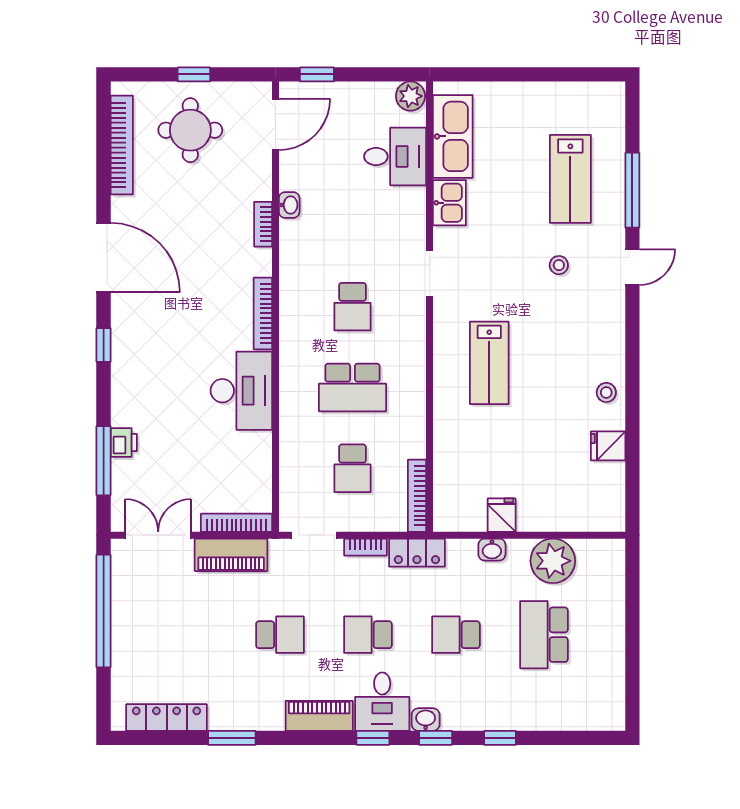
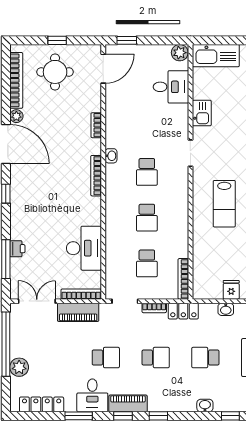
kitchen sink: (453, 136) -> (216, 56), moved, turned 90
washbasin: (289, 205) -> (111, 156), moved
plant: (122, 208) -> (16, 116), added
school desk: (352, 387) -> (147, 218), width x0.54
desk: (241, 391) -> (84, 248), moved
school desk: (368, 635) -> (156, 358), turned 180
plant: (127, 652) -> (19, 367), added
desk: (382, 702) -> (92, 395), moved
washbasin: (426, 720) -> (205, 406), moved
window: (436, 738) -> (123, 416), moved

